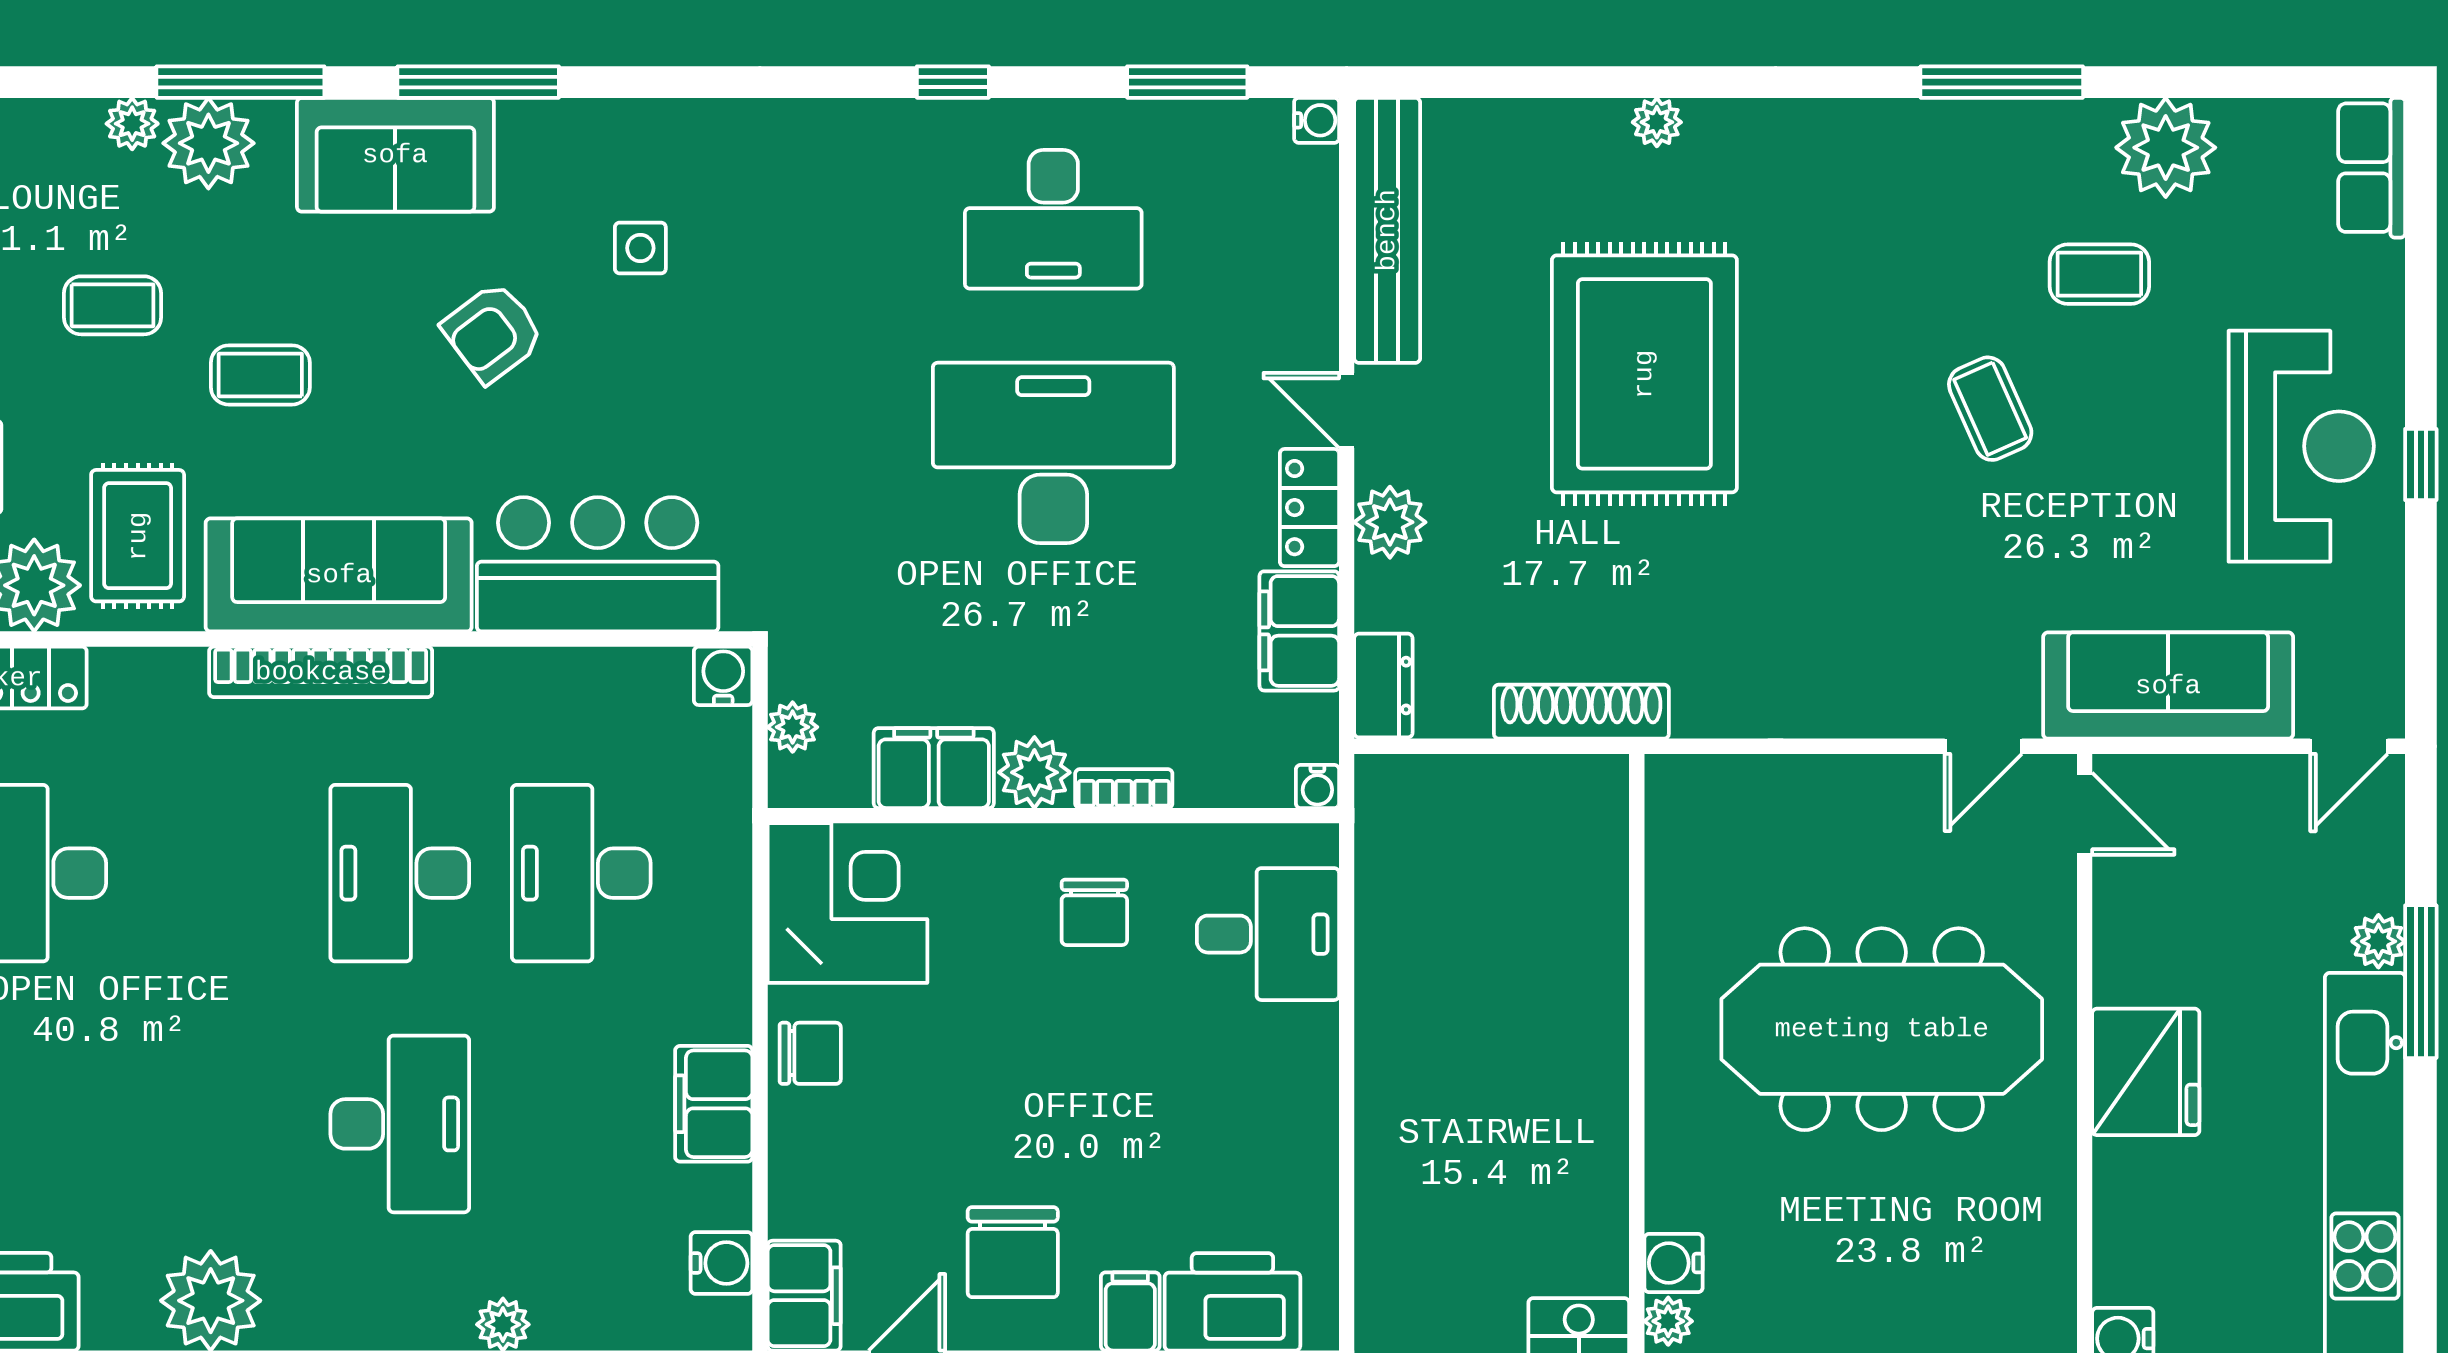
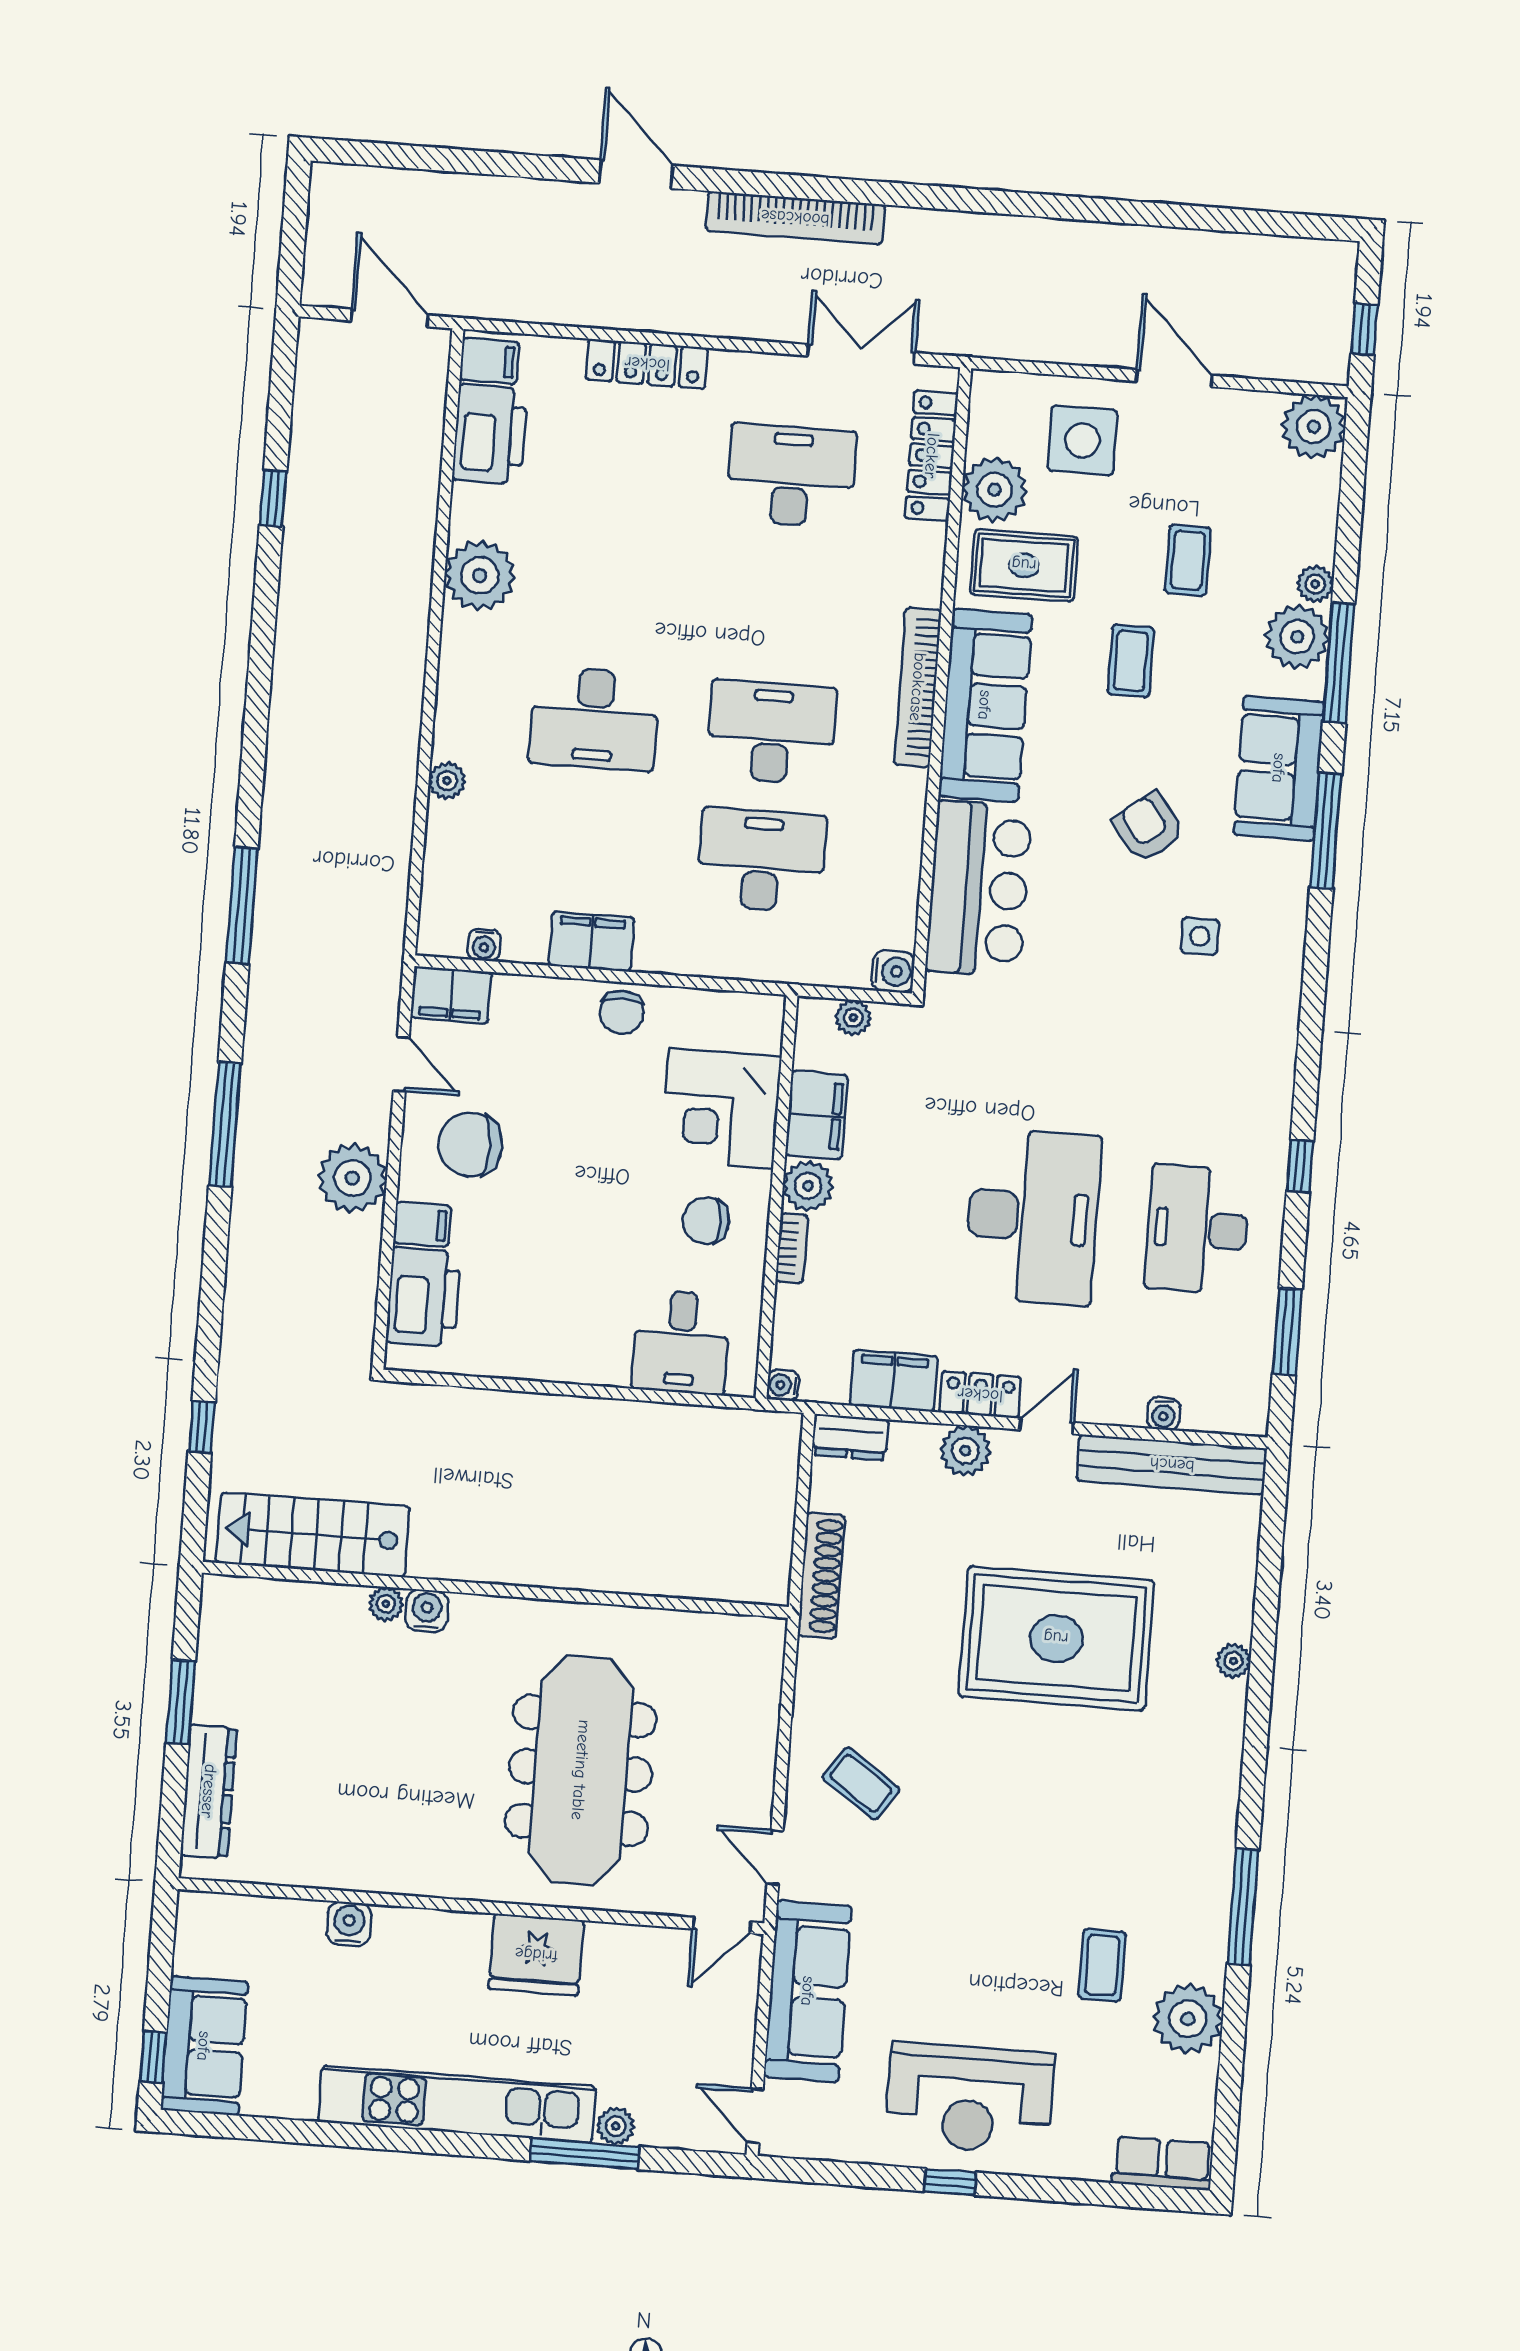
water cooler: (1317, 120) -> (1163, 1414), moved
coffee table: (1990, 409) -> (861, 1783), moved, turned 59
corner desk: (847, 903) -> (721, 1108), moved, turned 90
water cooler: (722, 1263) -> (484, 945), width x0.72, depth x0.72

